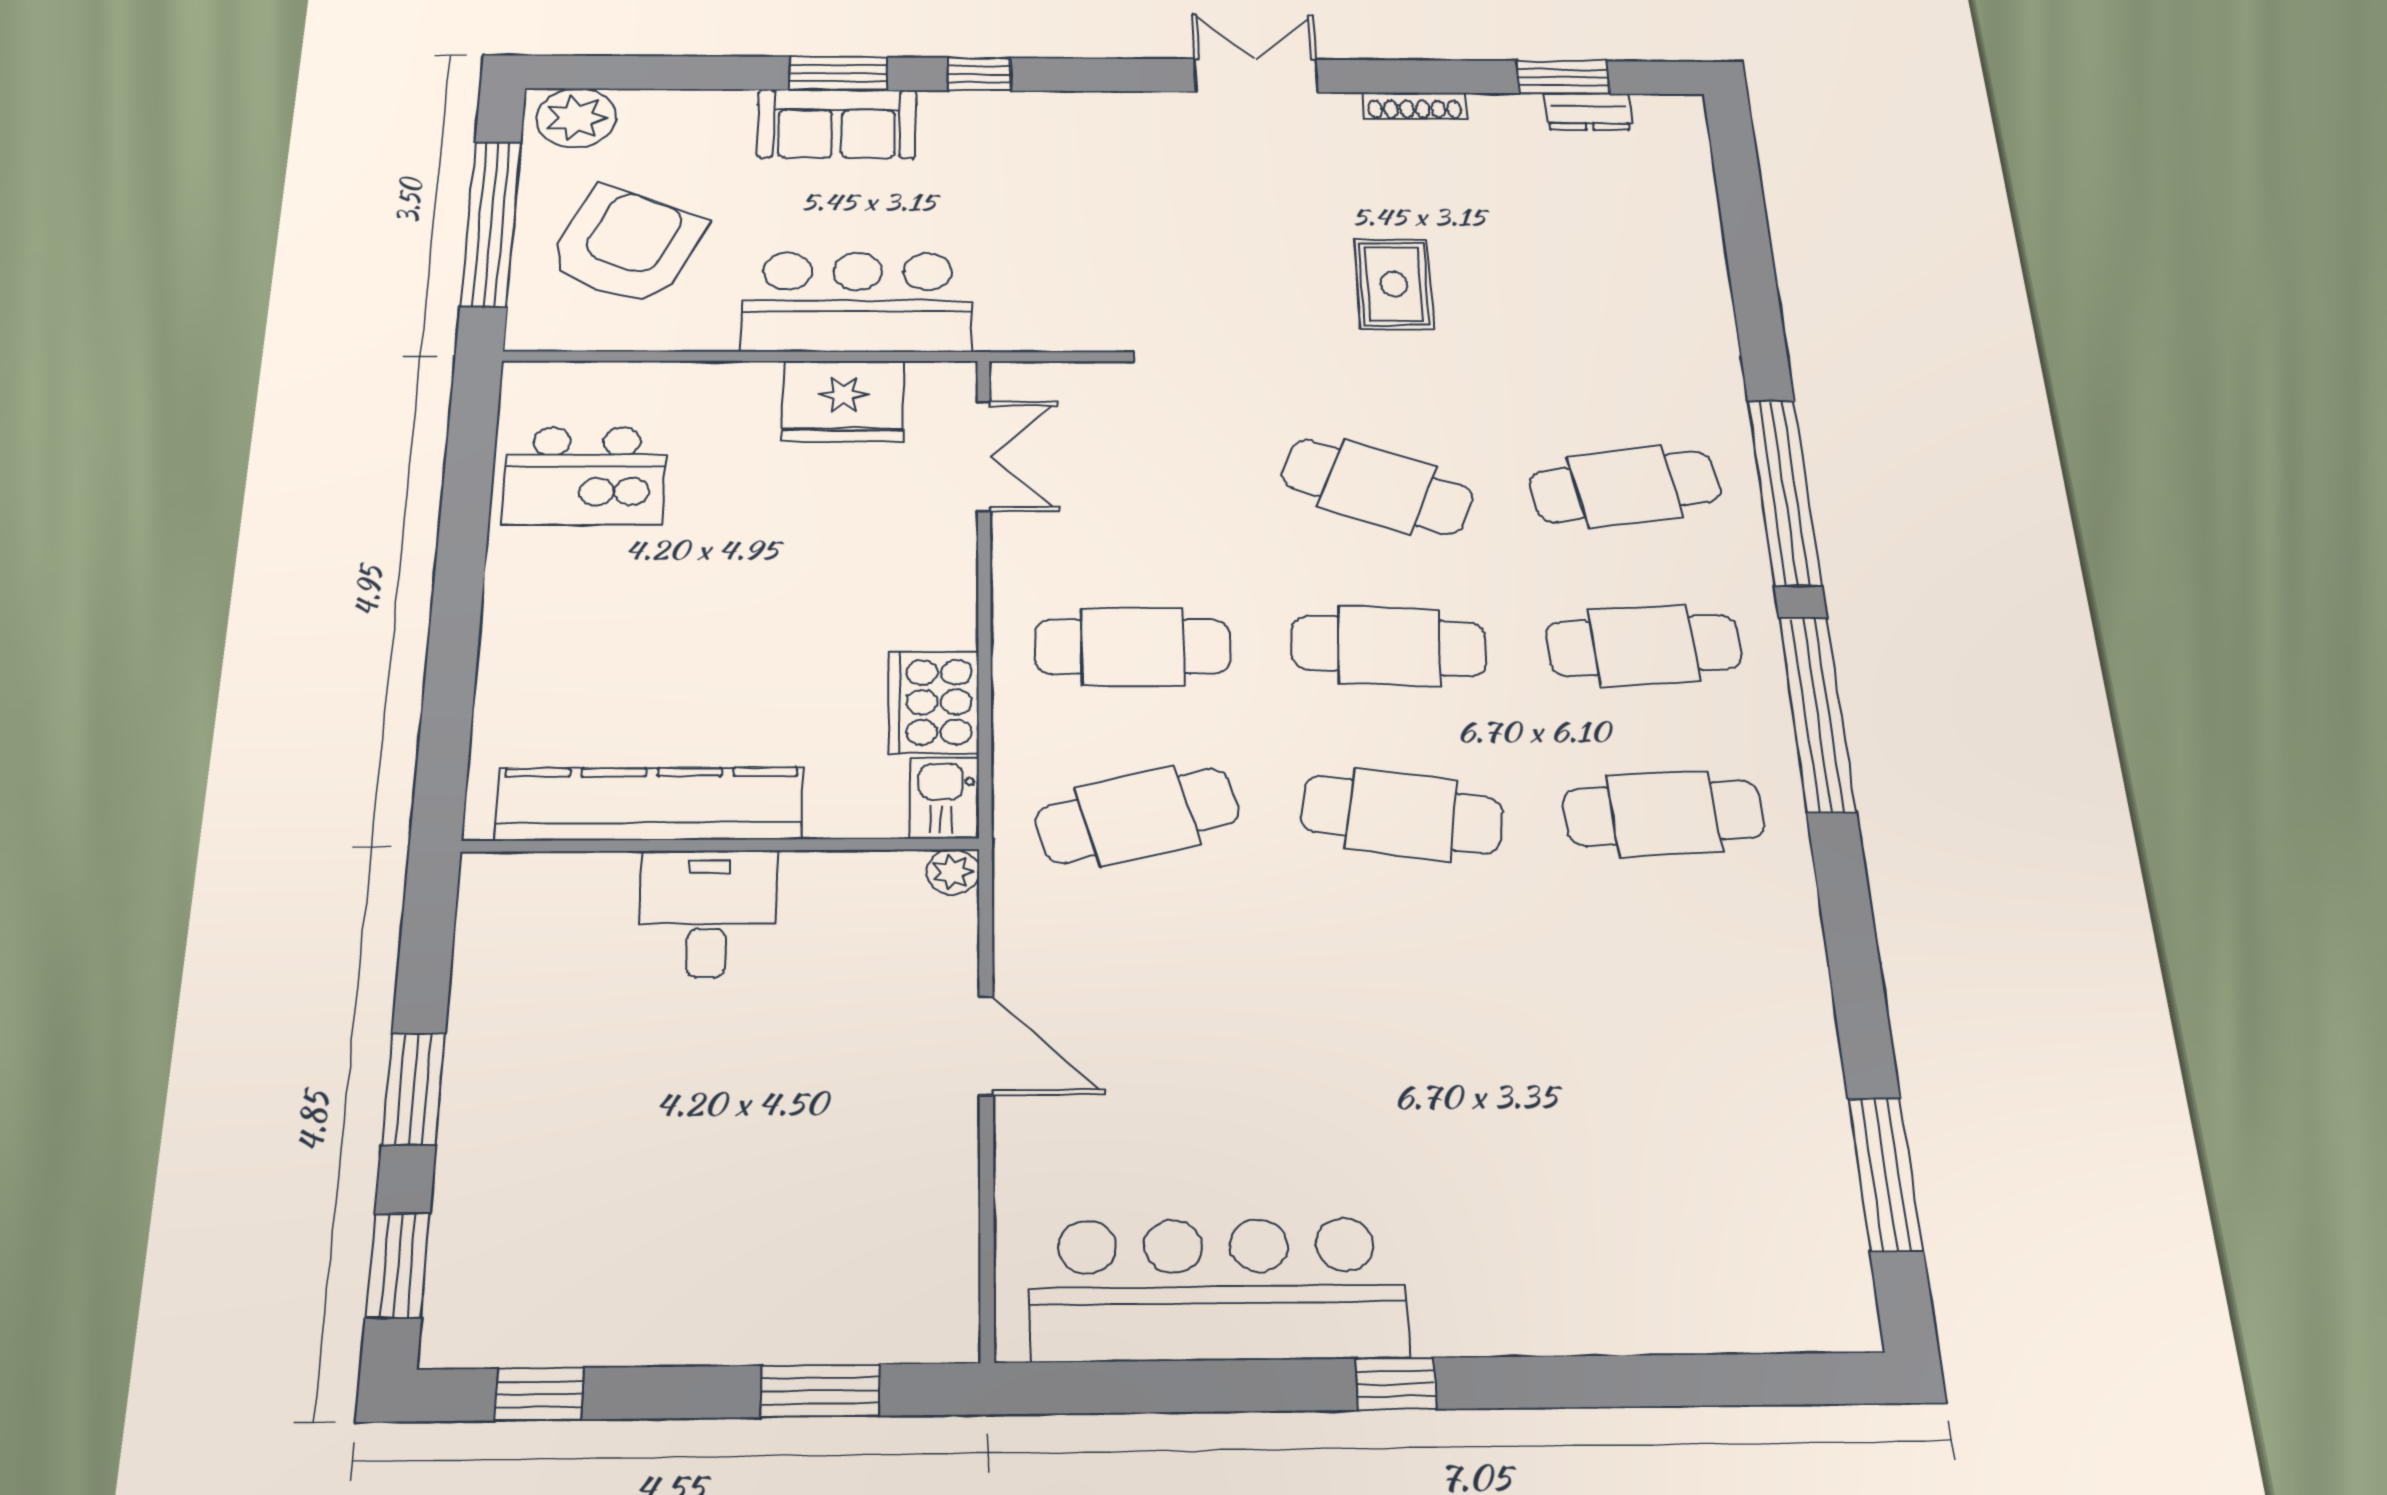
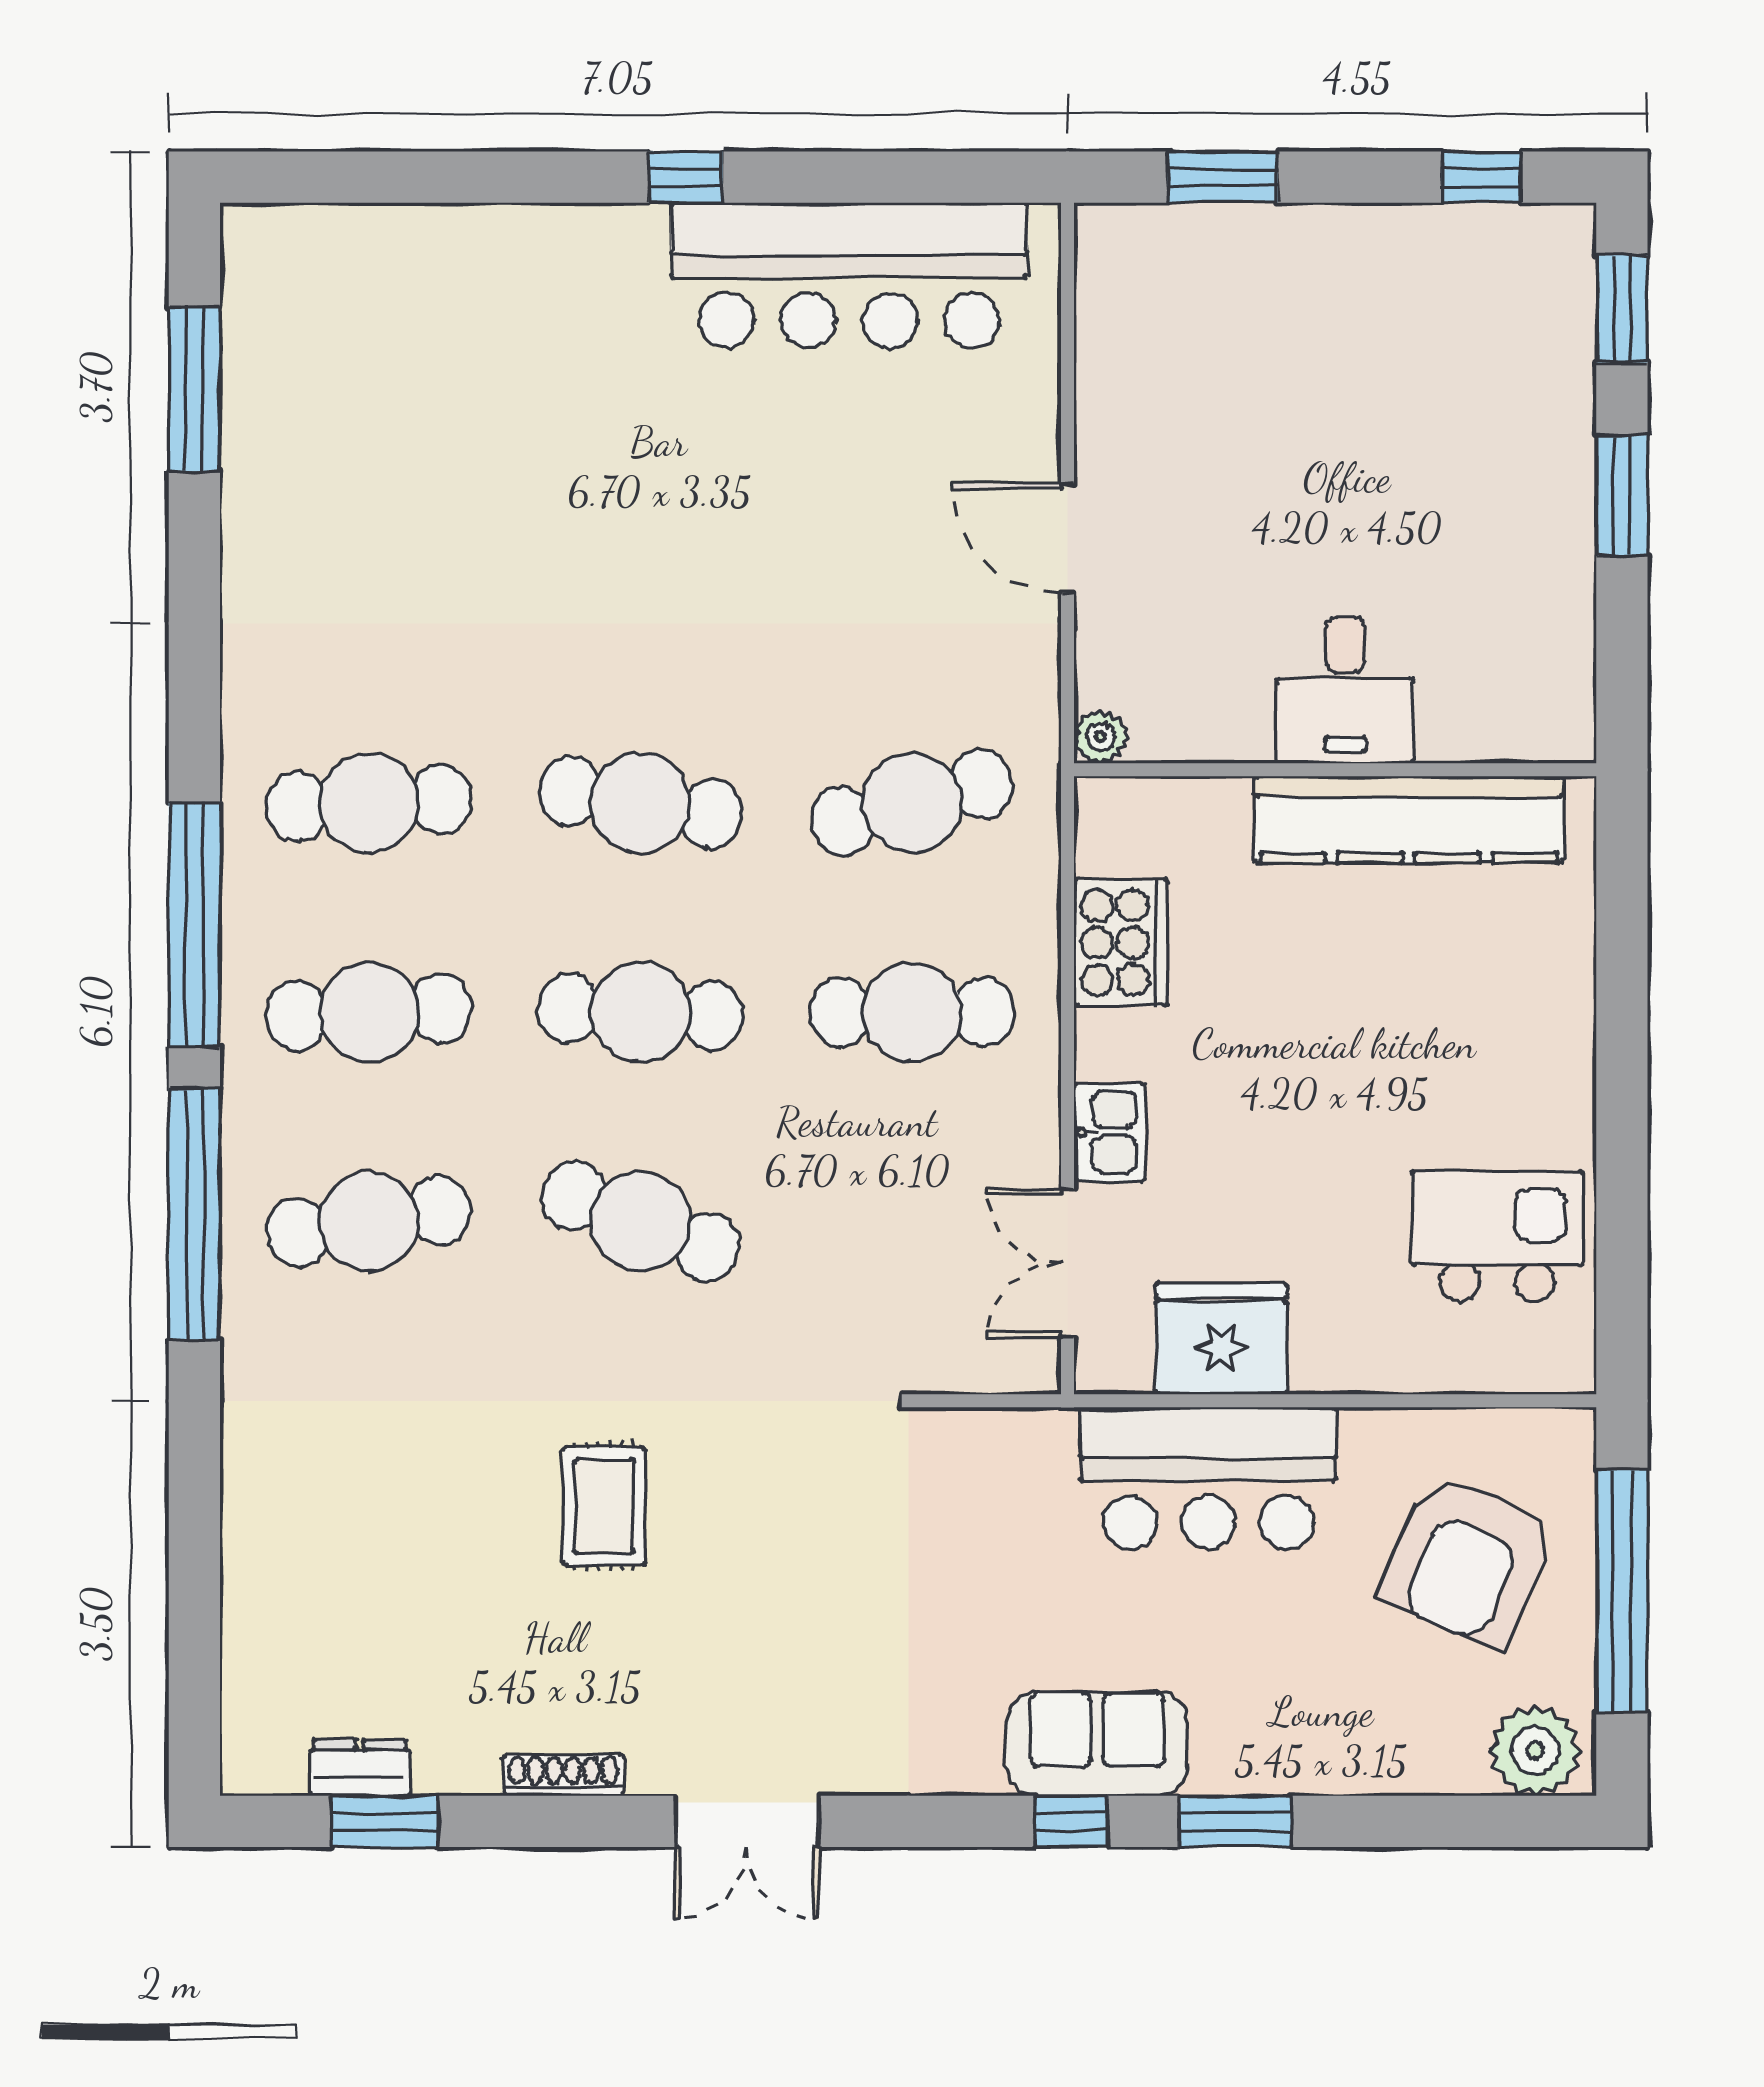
sofa: (837, 124) -> (1097, 1743), moved
kitchen sink: (944, 798) -> (1109, 1132), moved

